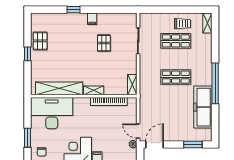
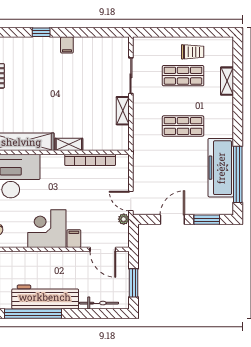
shelving: (207, 23) -> (227, 81), moved
pallet: (104, 43) -> (83, 79), removed
window: (215, 83) -> (238, 174), moved
shelving: (132, 85) -> (123, 111), moved
door: (155, 145) -> (172, 220), moved

